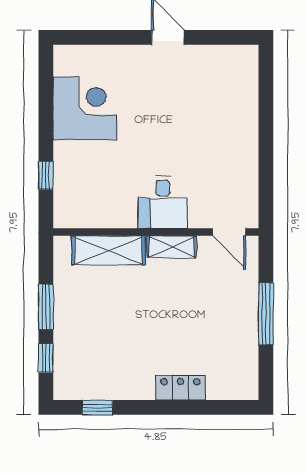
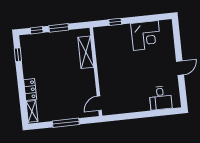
desk: (163, 202) -> (160, 98), moved, turned -90
shelving: (171, 247) -> (32, 111), moved

